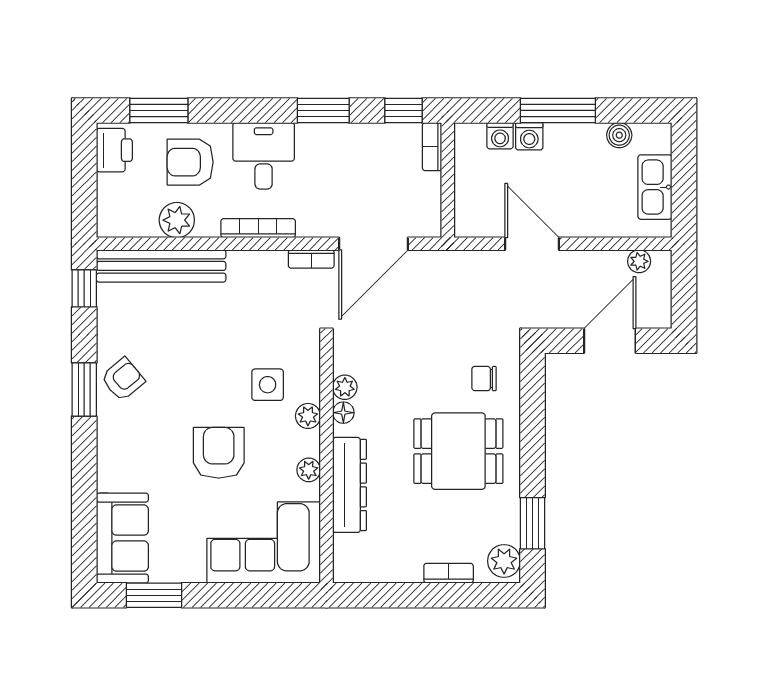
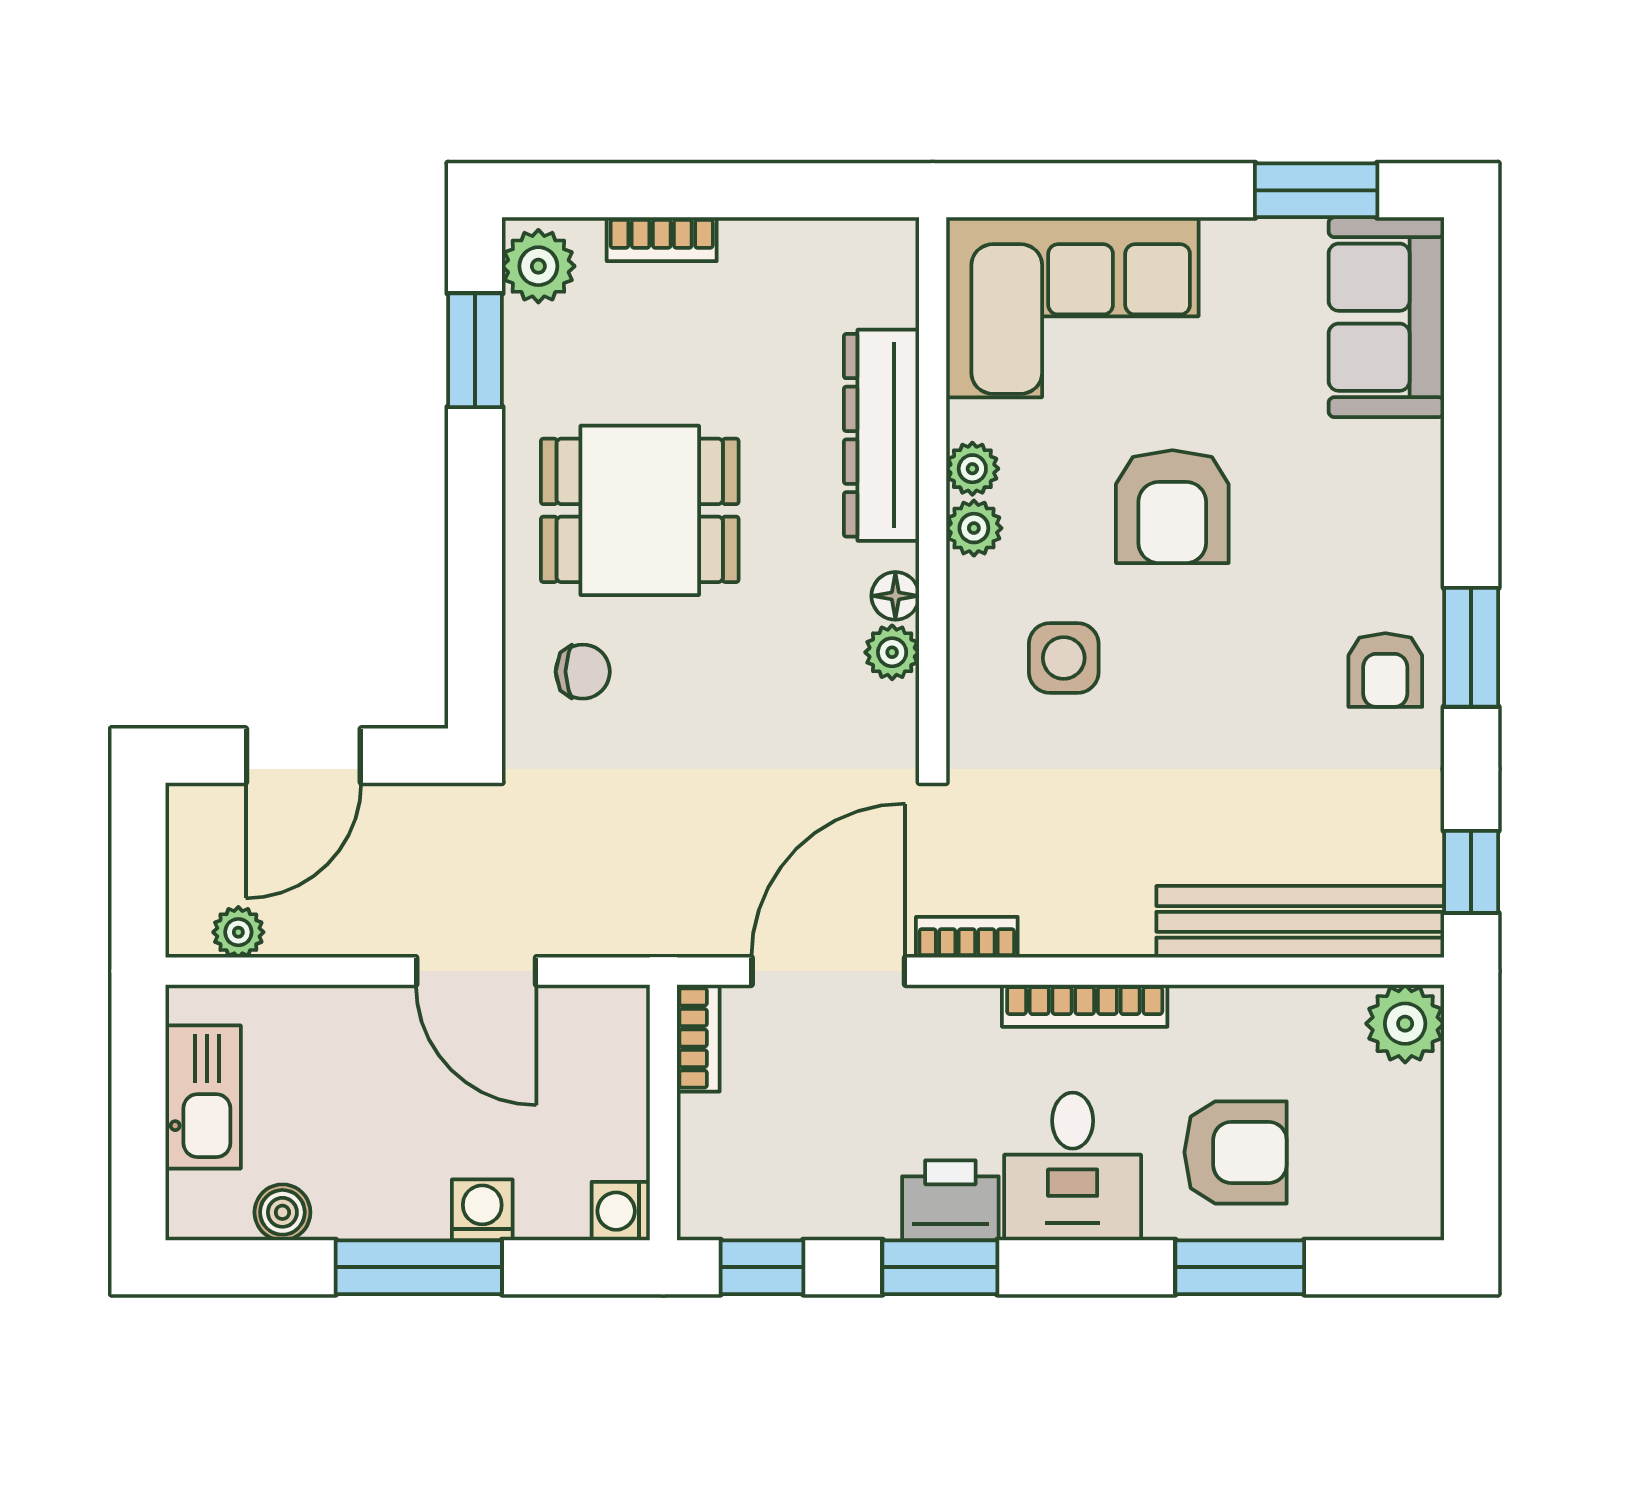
window: (159, 110) -> (1240, 1267), moved
washing machine: (500, 136) -> (621, 1211), moved, turned -90
bookcase: (432, 147) -> (698, 1038), moved
printer: (114, 150) -> (950, 1200), moved, turned 90
plant: (177, 220) -> (1405, 1024), moved
armchair: (123, 379) -> (1385, 670), turned -50
plant: (308, 416) -> (974, 528), moved

